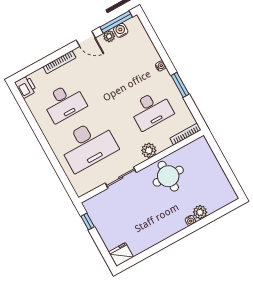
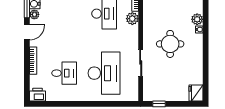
desk: (64, 102) -> (64, 73), width x0.73
plant: (149, 150) -> (132, 19), moved
round table: (168, 176) -> (170, 44), moved

